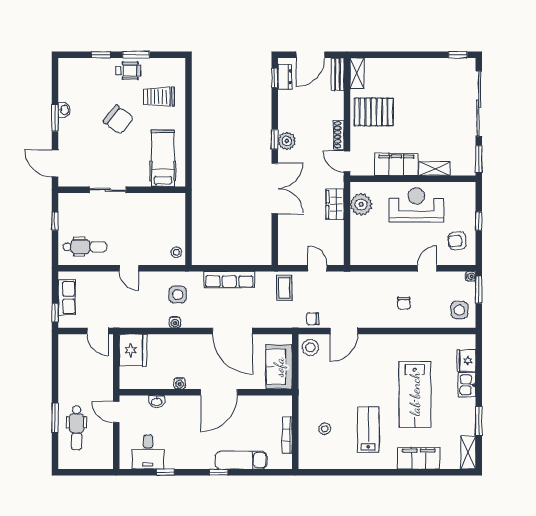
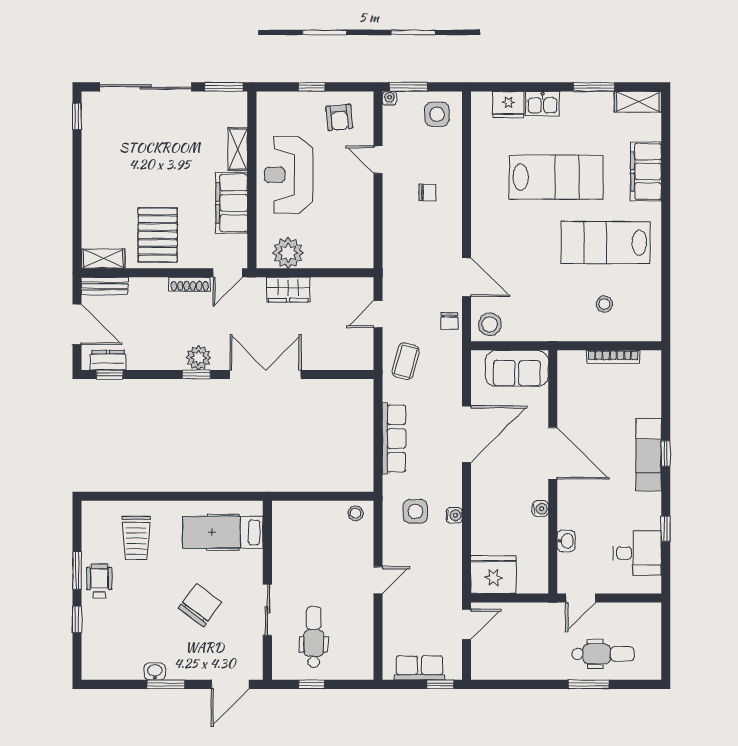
chair: (118, 120) -> (200, 605), moved
dental chair: (85, 247) -> (314, 637), moved
coffee table: (284, 288) -> (406, 361), turned -75
lab bench: (368, 430) -> (606, 243), width x1.36, depth x1.39
exam couch: (241, 460) -> (649, 455), moved

